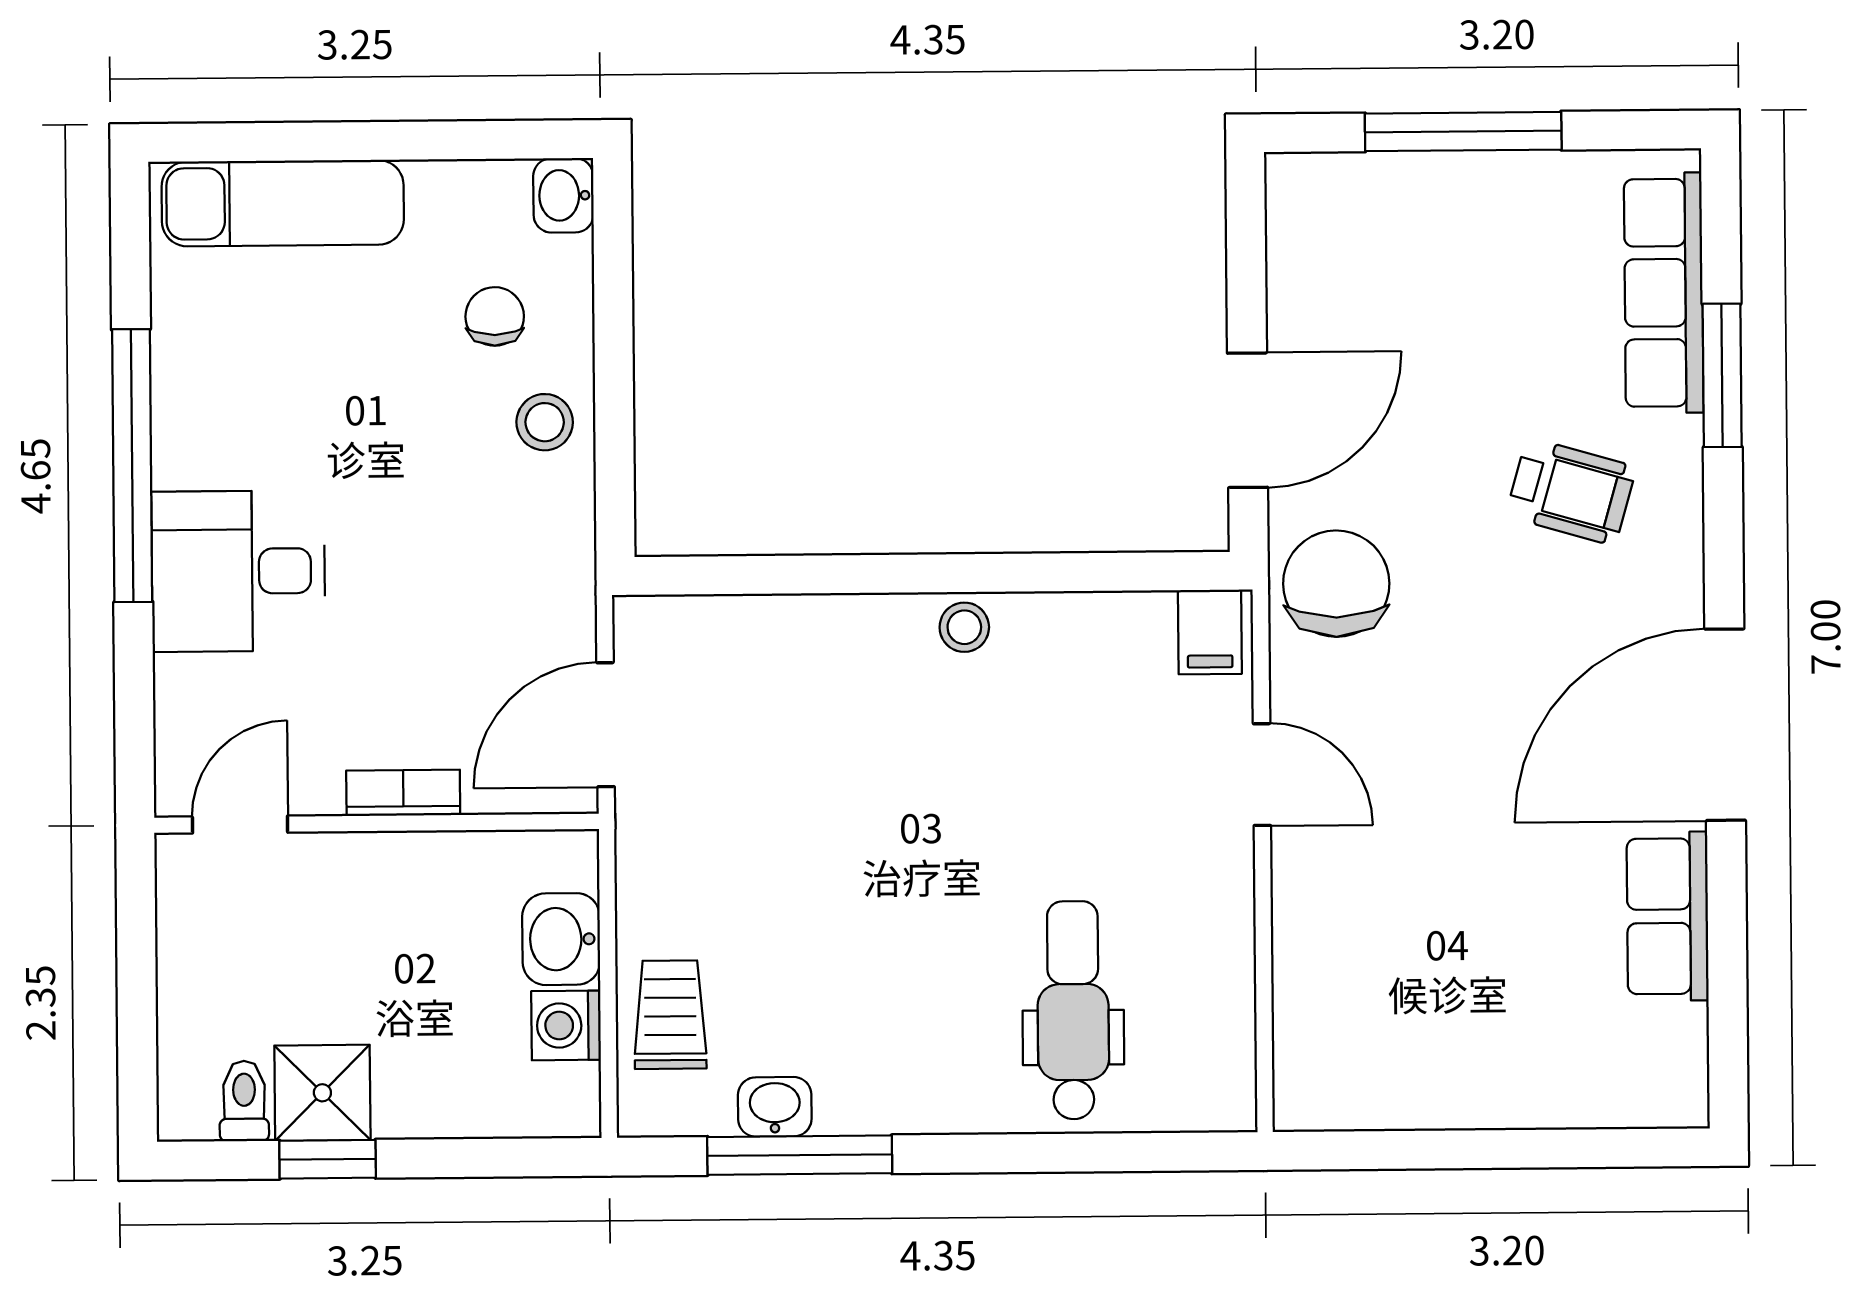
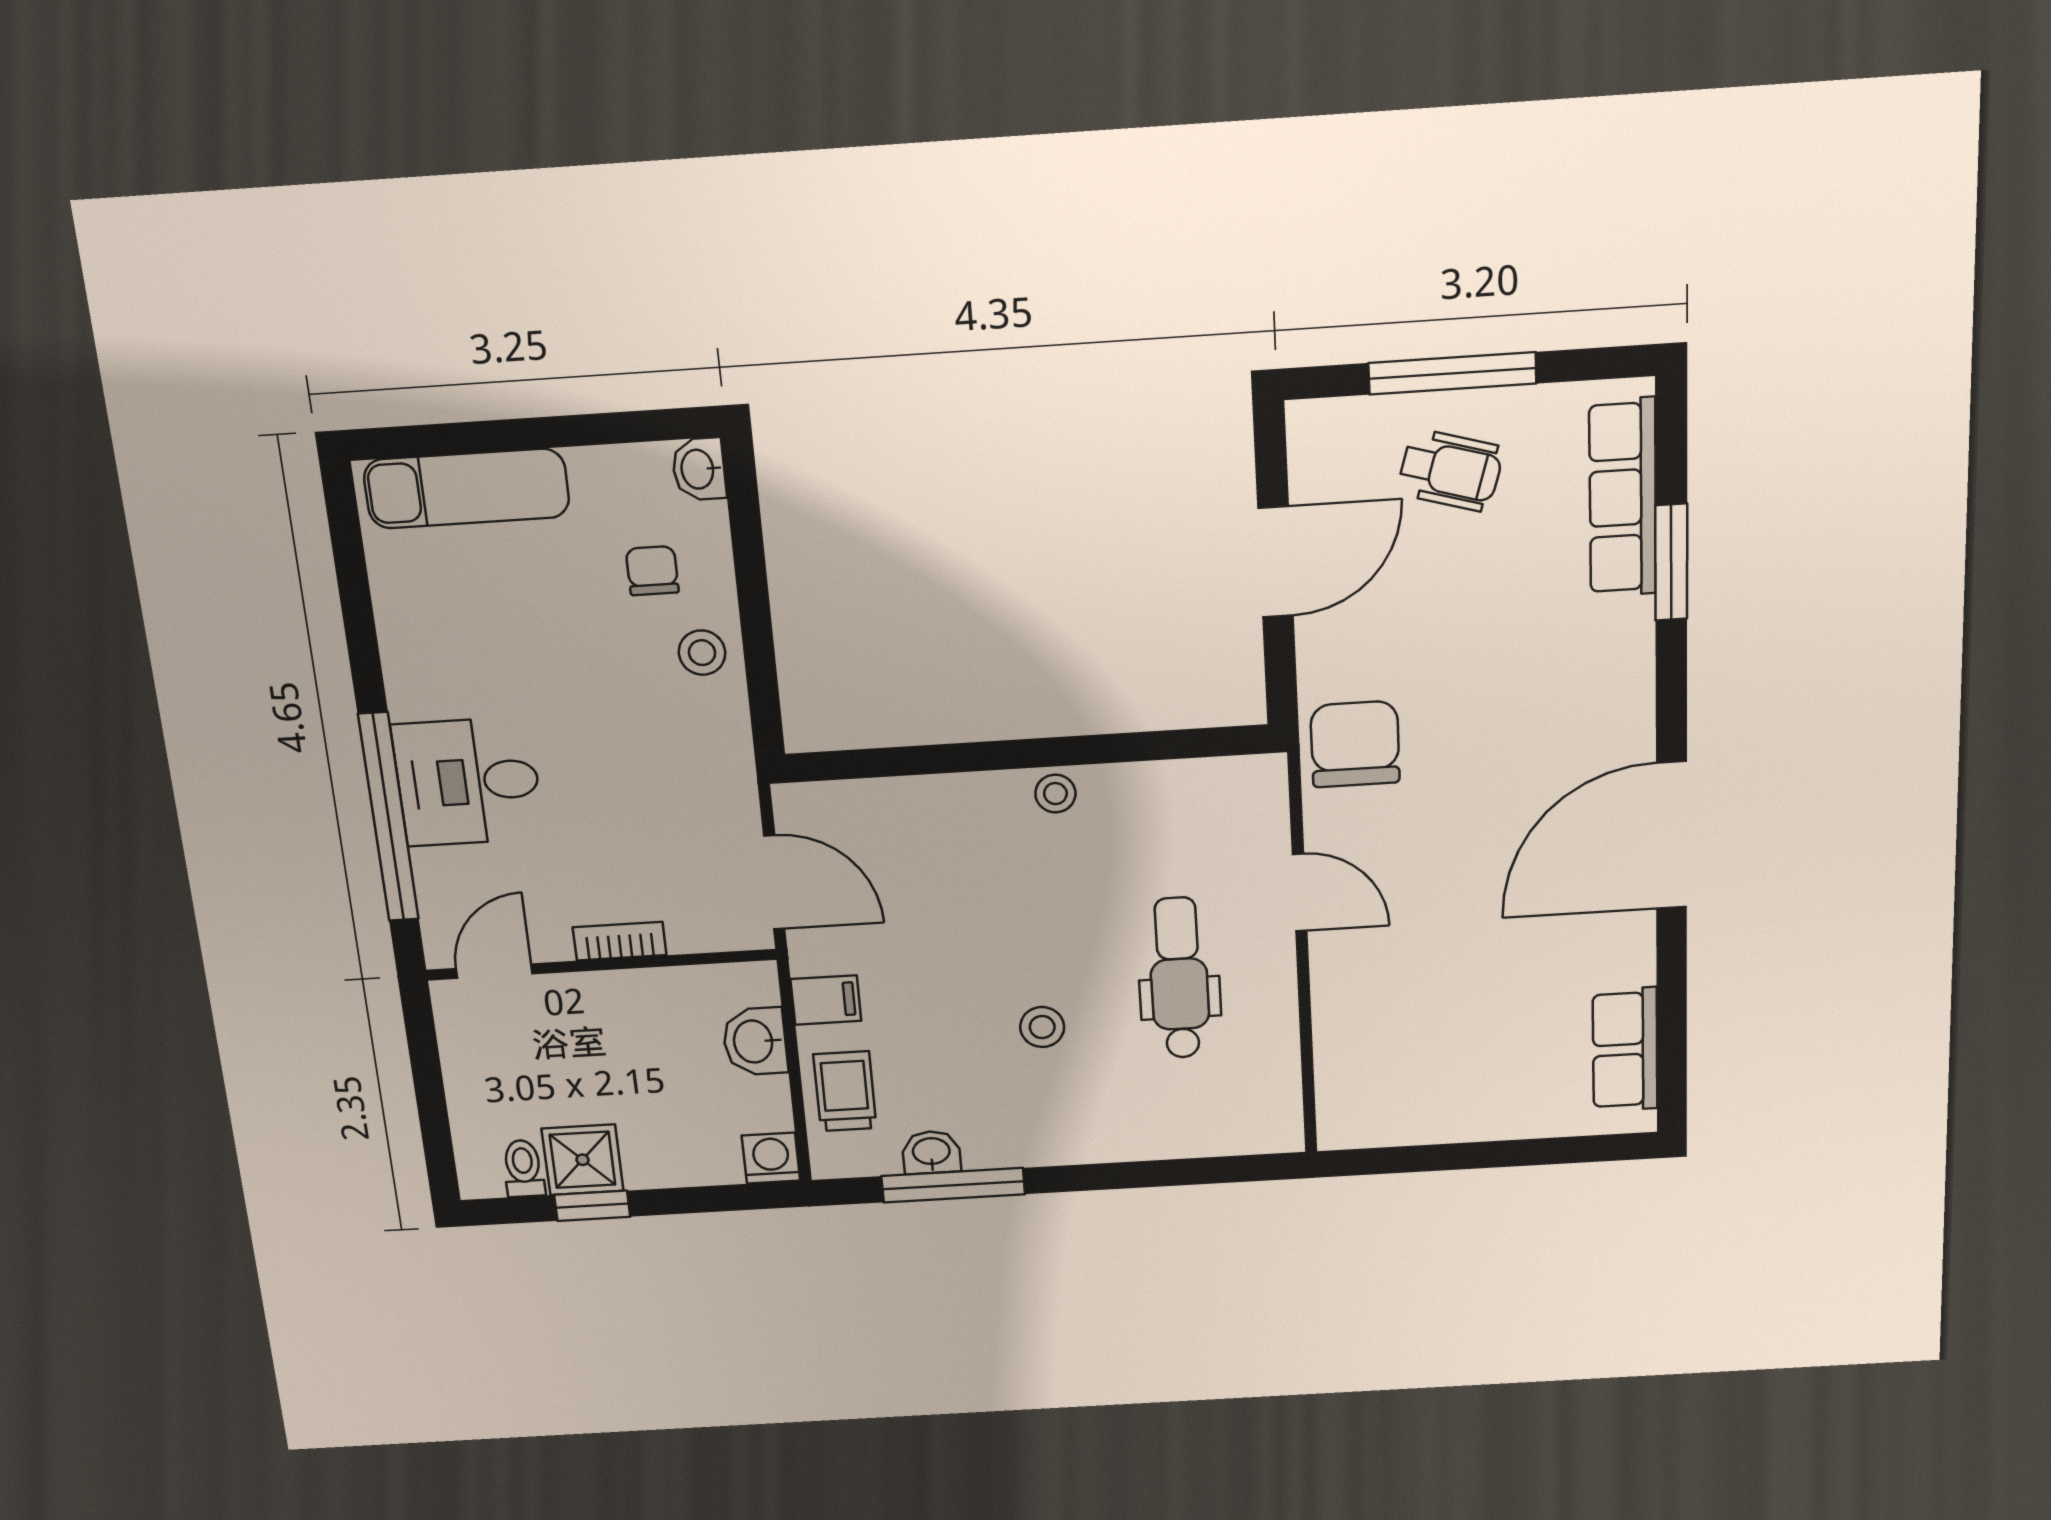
door: (1248, 420) -> (1276, 562), moved
window: (132, 466) -> (388, 817), moved
wheelchair: (1571, 491) -> (1450, 470), moved
filing cabinet: (1210, 632) -> (826, 1000), moved, turned -90
door: (606, 725) -> (774, 882), swing flipped
row of seats: (1668, 916) -> (1625, 1050), moved
stool: (929, 939) -> (1042, 1027), added
dental chair: (1073, 1010) -> (1179, 978), moved
washing machine: (566, 1025) -> (771, 1158), moved, turned 90

